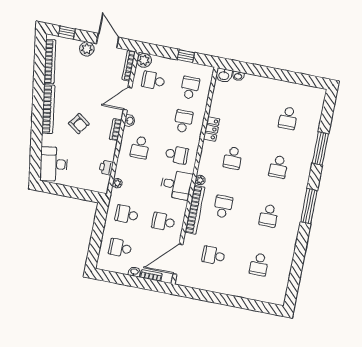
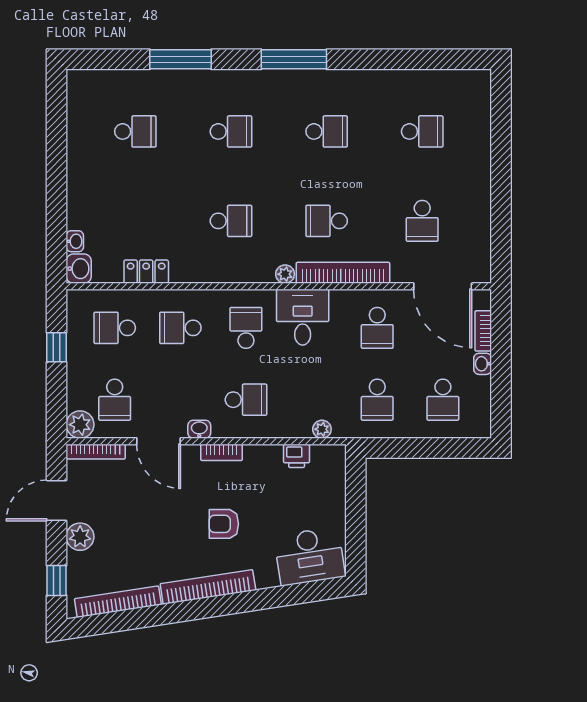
armchair: (79, 124) -> (224, 524), turned -126
locker: (212, 129) -> (146, 272), moved

